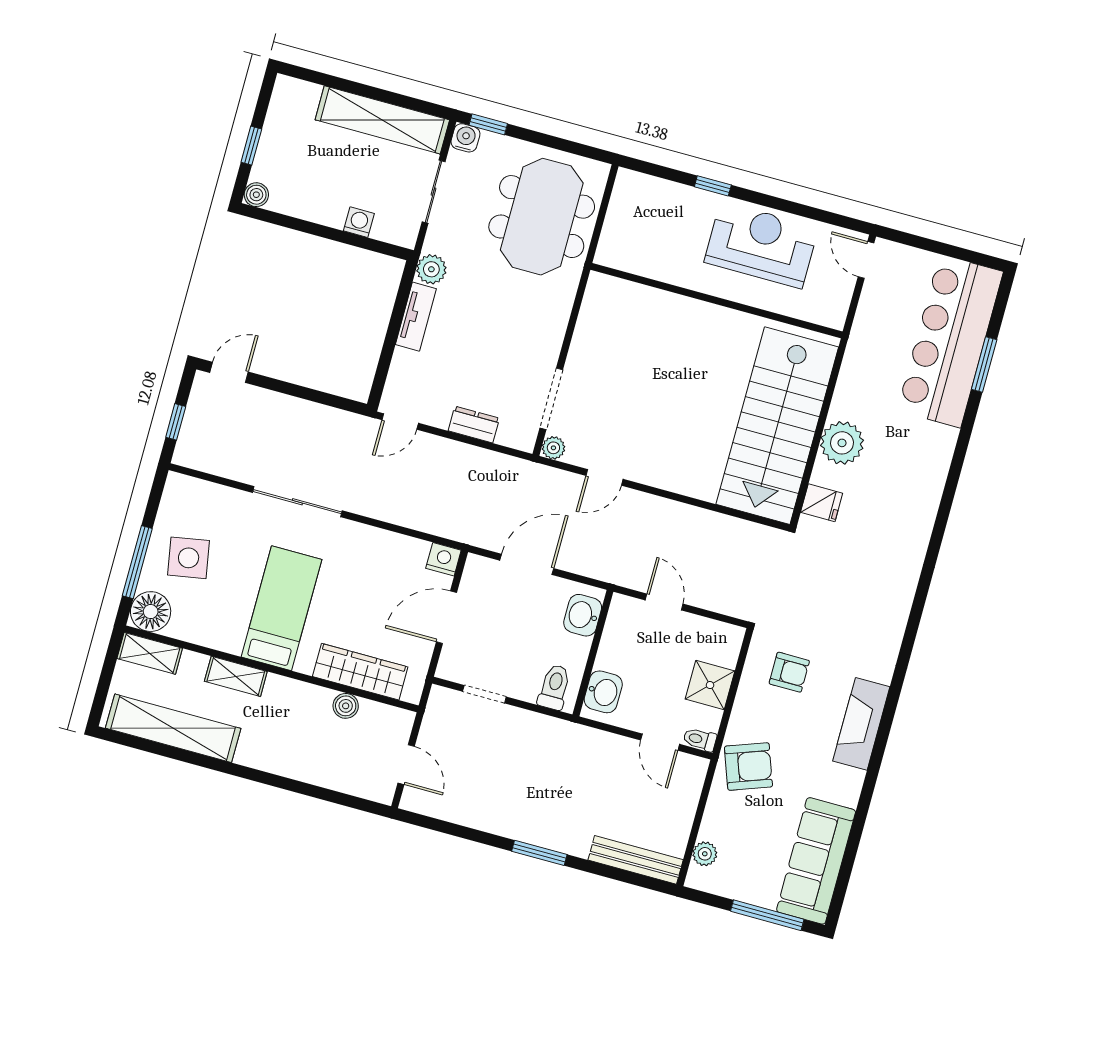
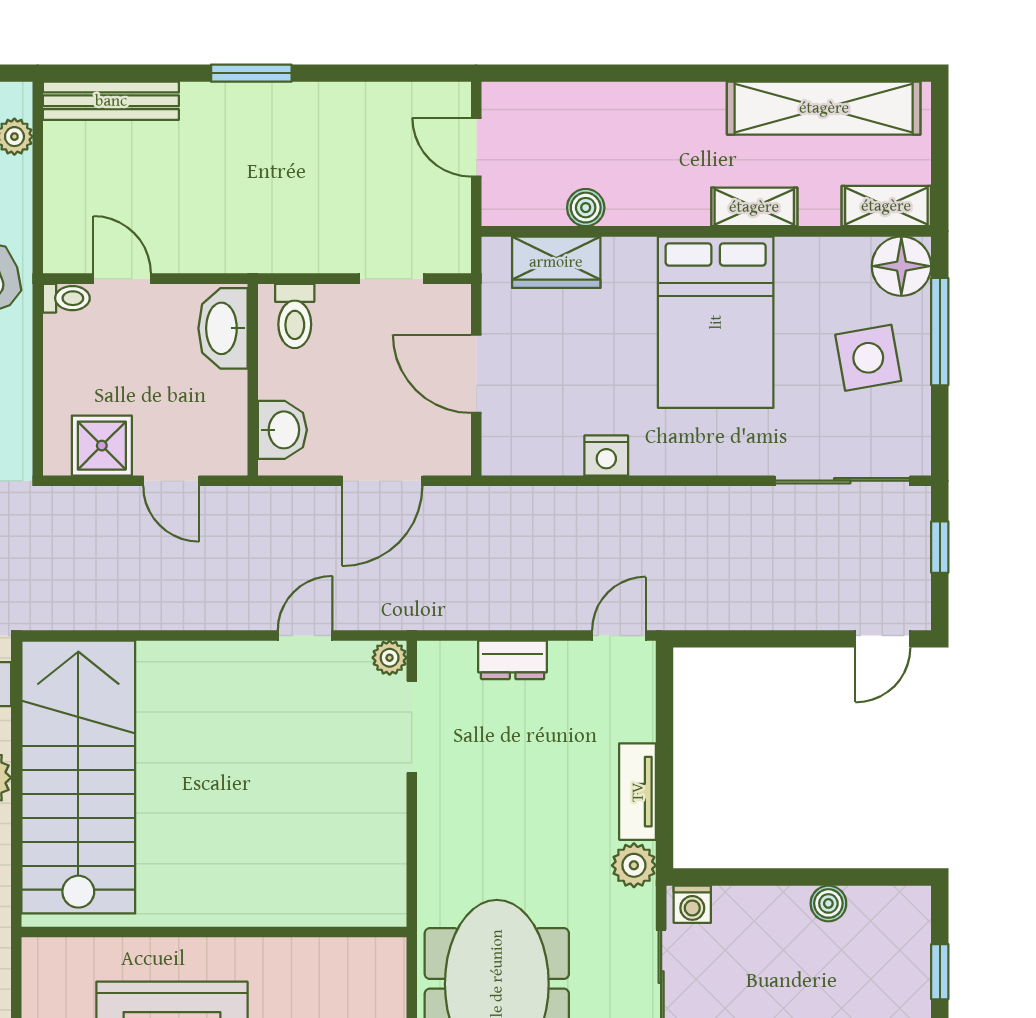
boiler: (256, 195) -> (828, 903), moved
washing machine: (359, 222) -> (692, 904), moved
sliding door: (297, 502) -> (842, 481), moved
nightstand: (443, 559) -> (606, 455), moved
bed: (281, 608) -> (716, 322), width x1.50
door: (446, 617) -> (476, 374), swing flipped
wardrobe: (360, 672) -> (556, 262), width x0.67
shower: (710, 685) -> (102, 446), moved
washbasin: (603, 692) -> (223, 328), width x1.38

